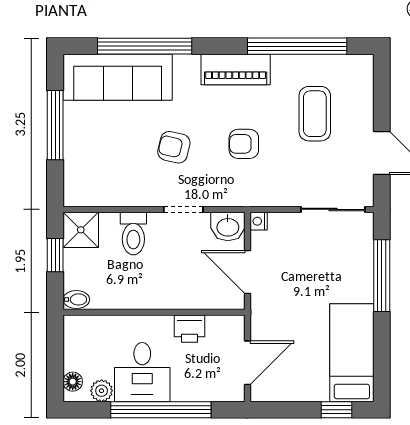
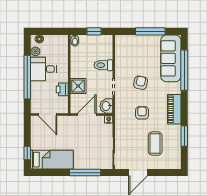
window: (297, 46) -> (184, 136), width x0.47
coffee table: (315, 114) -> (155, 144), turned 90
shower: (81, 230) -> (78, 86), moved

